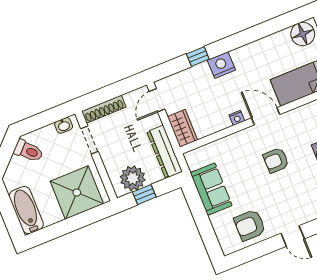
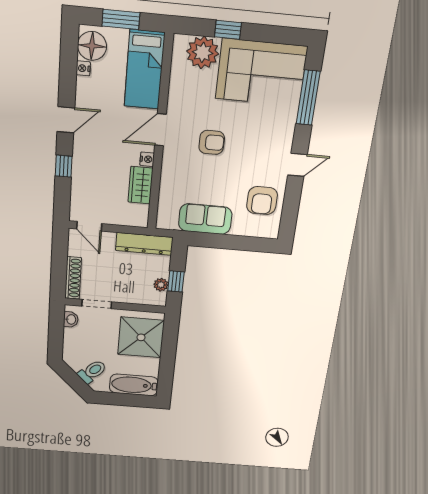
door: (236, 41) -> (66, 120), added
nightstand: (221, 65) -> (83, 68), moved, width x0.53, depth x0.56
wardrobe: (182, 128) -> (140, 185), moved, turned -90
toilet: (28, 151) -> (92, 372), moved
armchair: (276, 160) -> (212, 142), turned -90
plant: (133, 178) -> (161, 285), width x0.53, depth x0.53

